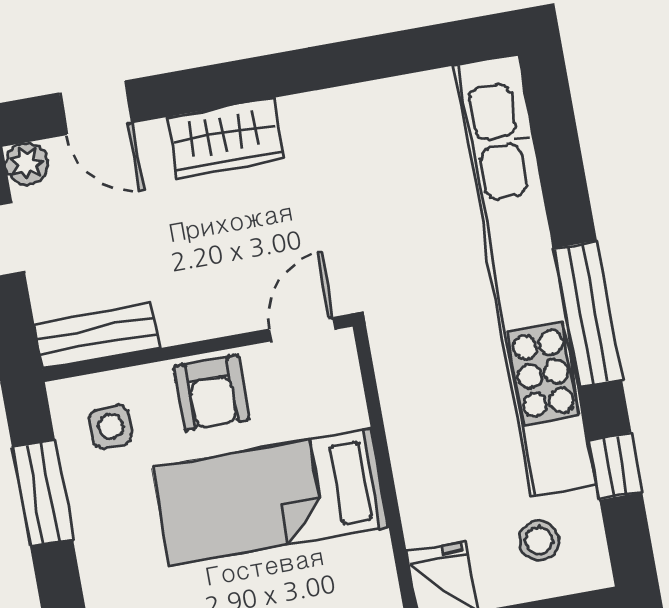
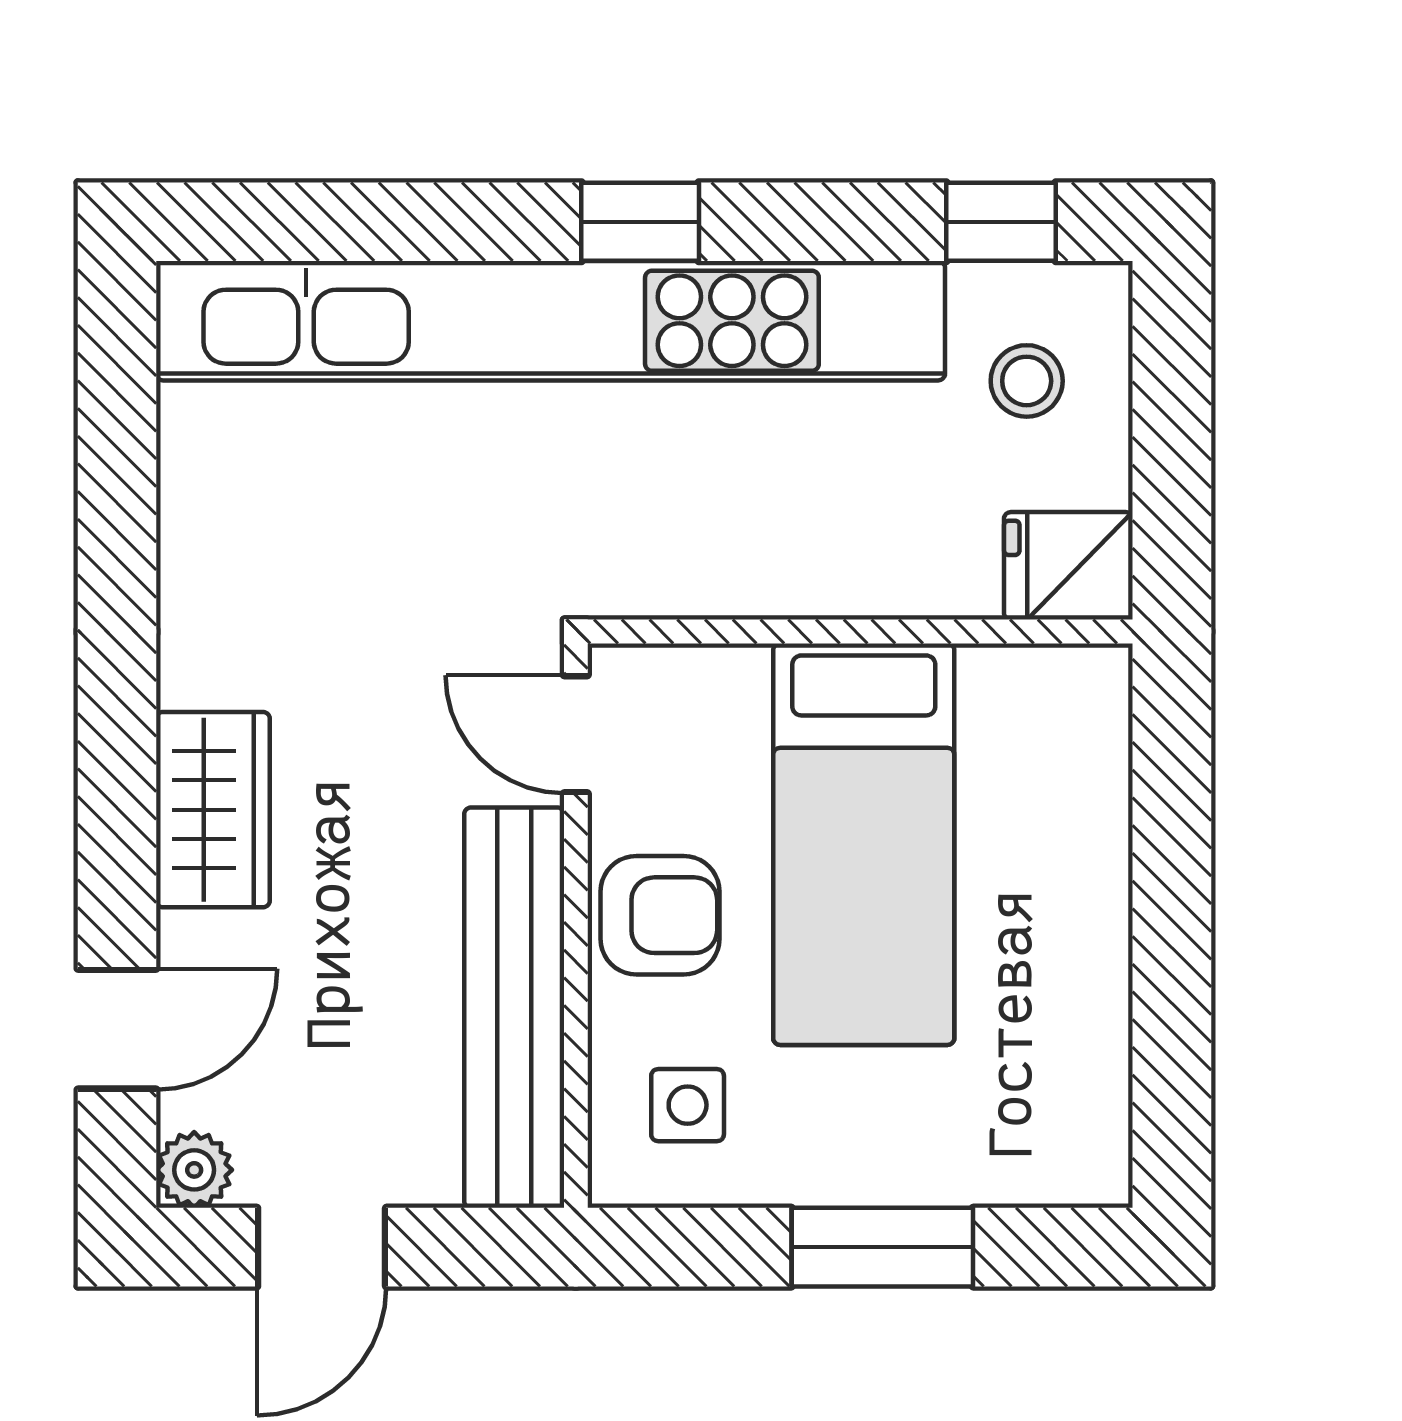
window: (588, 314) -> (640, 222), width x0.46
bench: (97, 336) -> (514, 1008), width x1.86, depth x1.21
window: (615, 466) -> (1001, 222), moved
window: (43, 493) -> (882, 1247), moved

